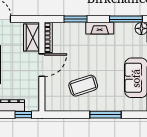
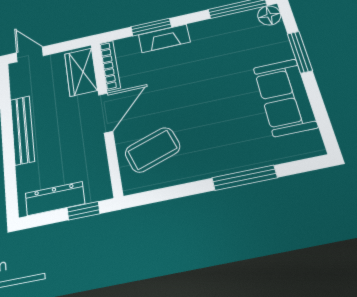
fireplace: (100, 28) -> (164, 38), moved
coffee table: (83, 86) -> (153, 150), moved

